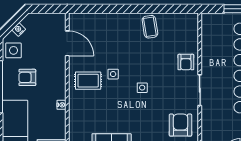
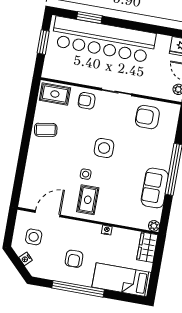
rug: (187, 30) -> (55, 94), added
side table: (13, 50) -> (34, 237), moved
armchair: (186, 62) -> (87, 101), turned 180
side table: (142, 88) -> (104, 148), width x1.87, depth x1.87

